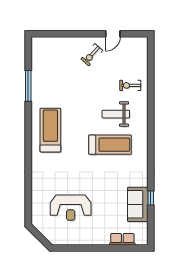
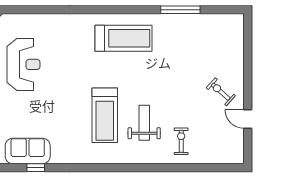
reception desk: (71, 208) -> (23, 64), turned 180

